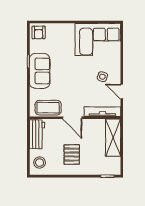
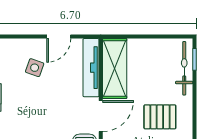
shelving: (113, 138) -> (115, 69), moved, turned 90
bicycle: (102, 170) -> (184, 68), added

